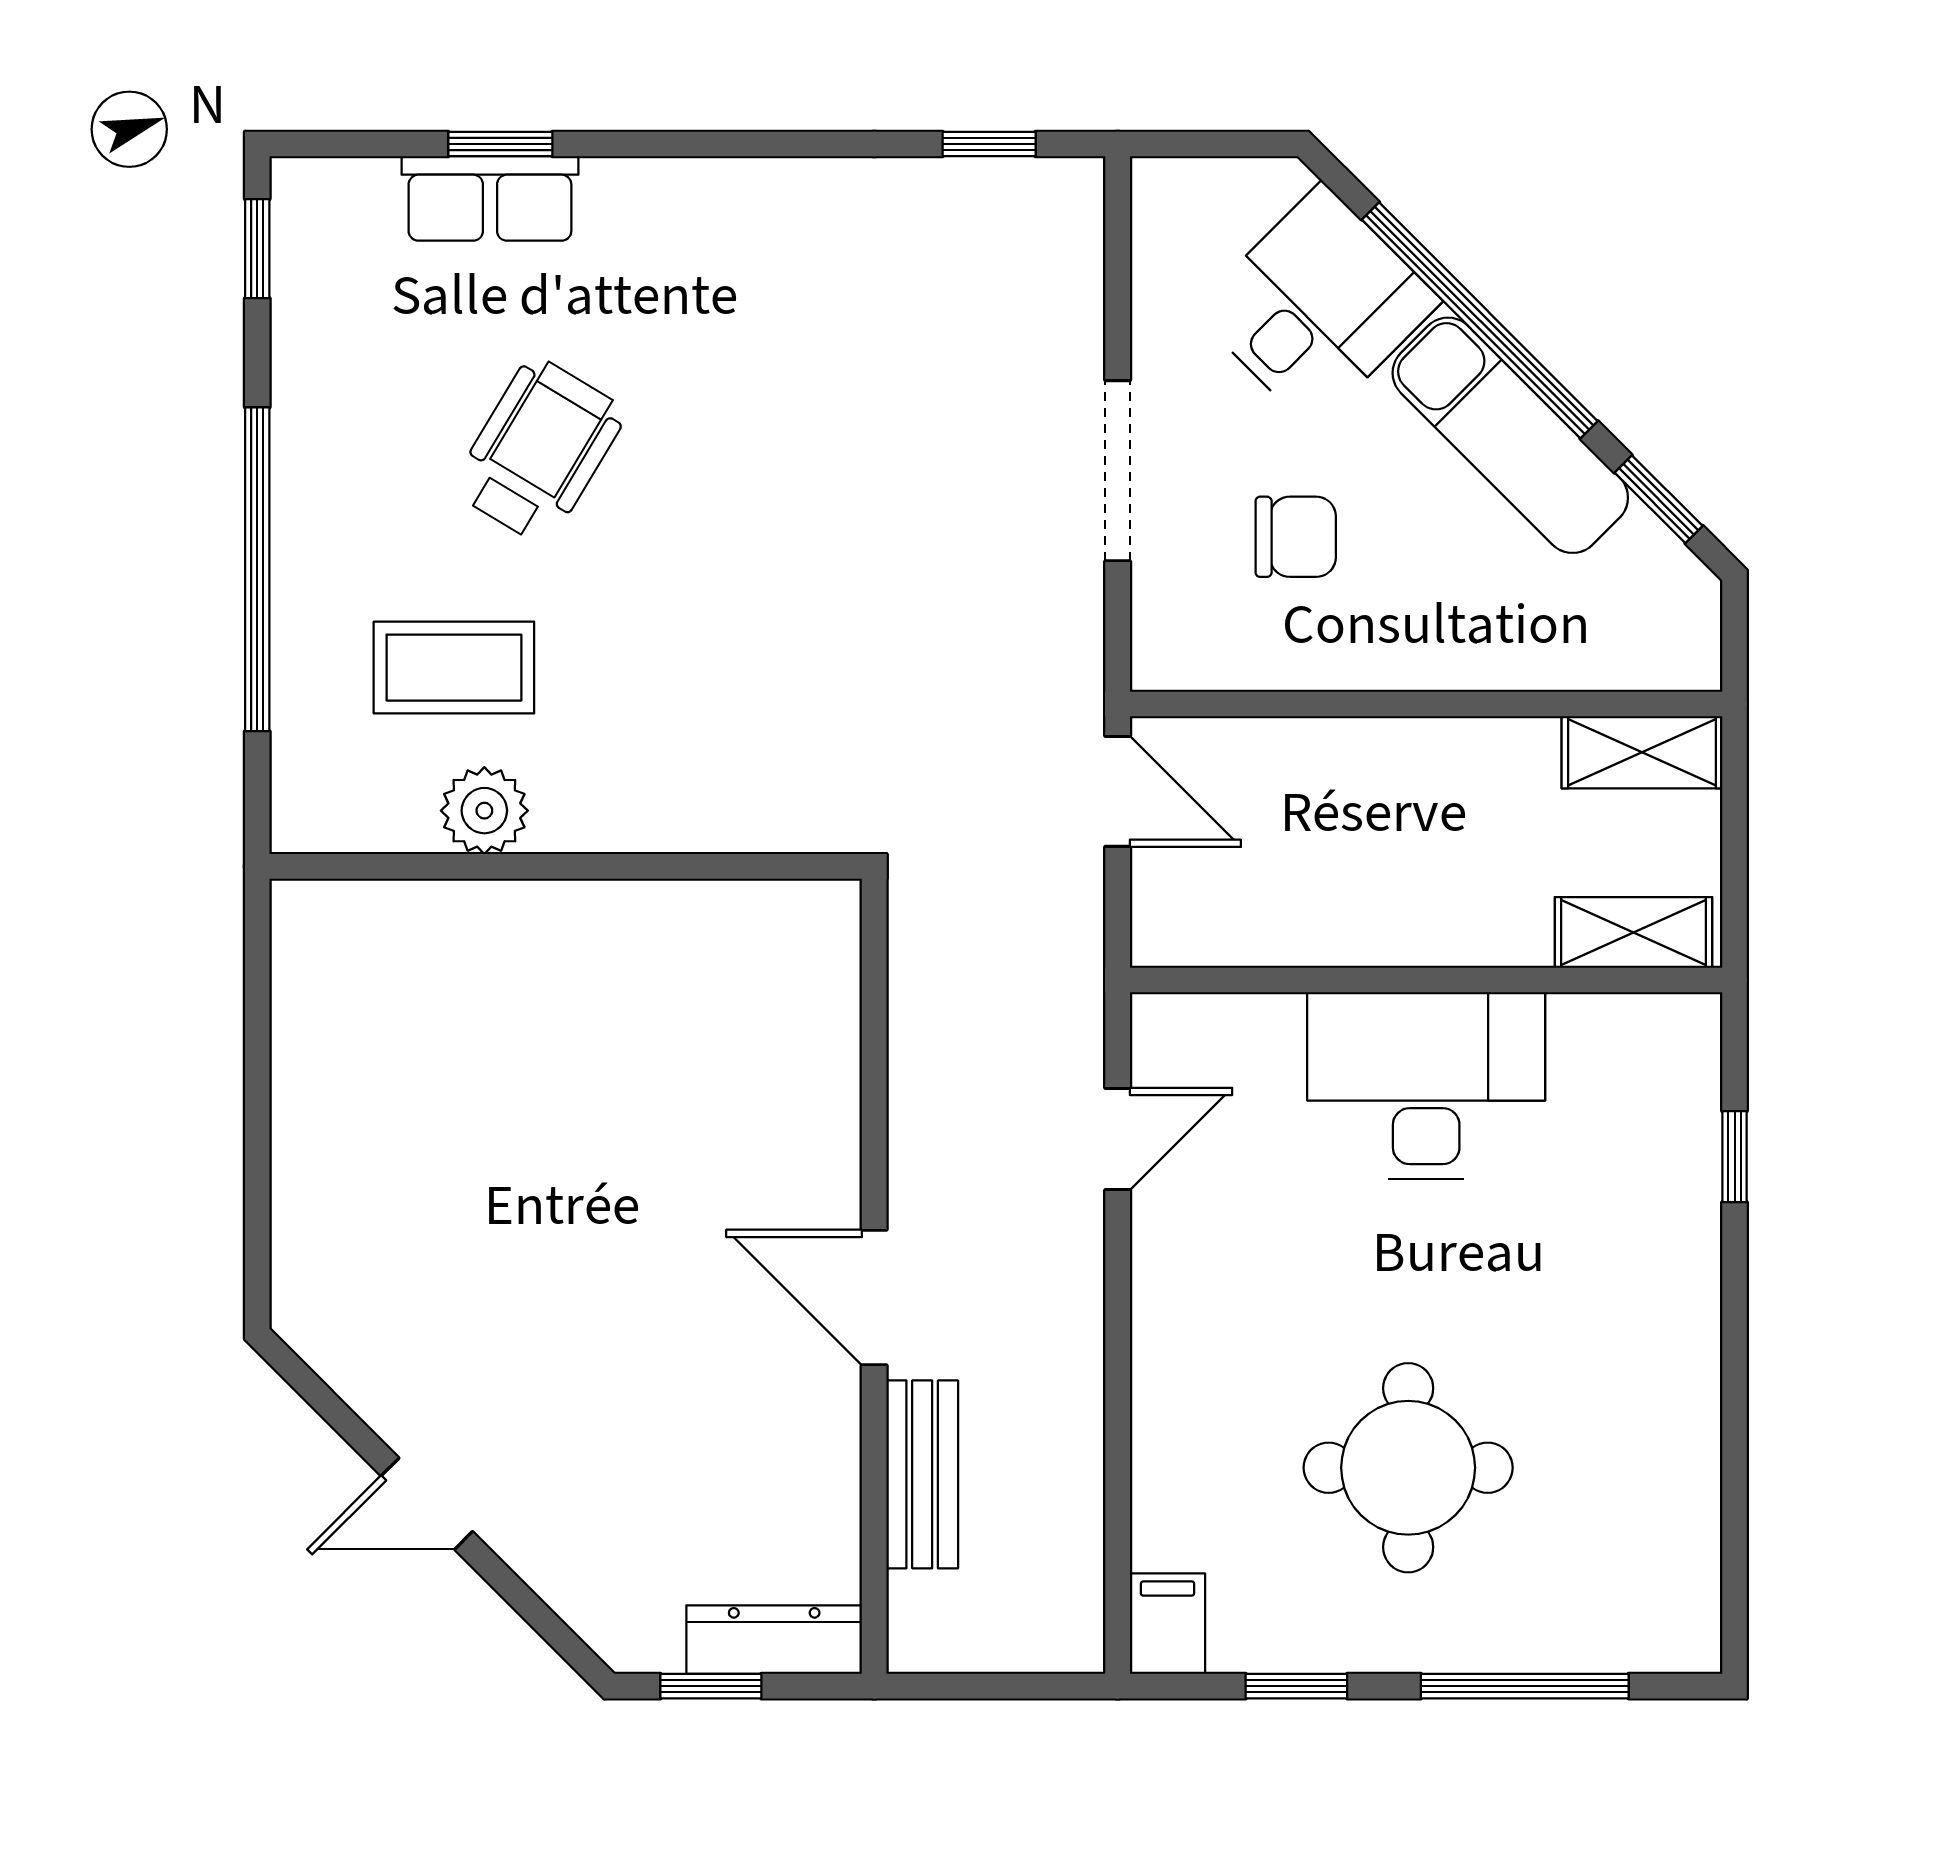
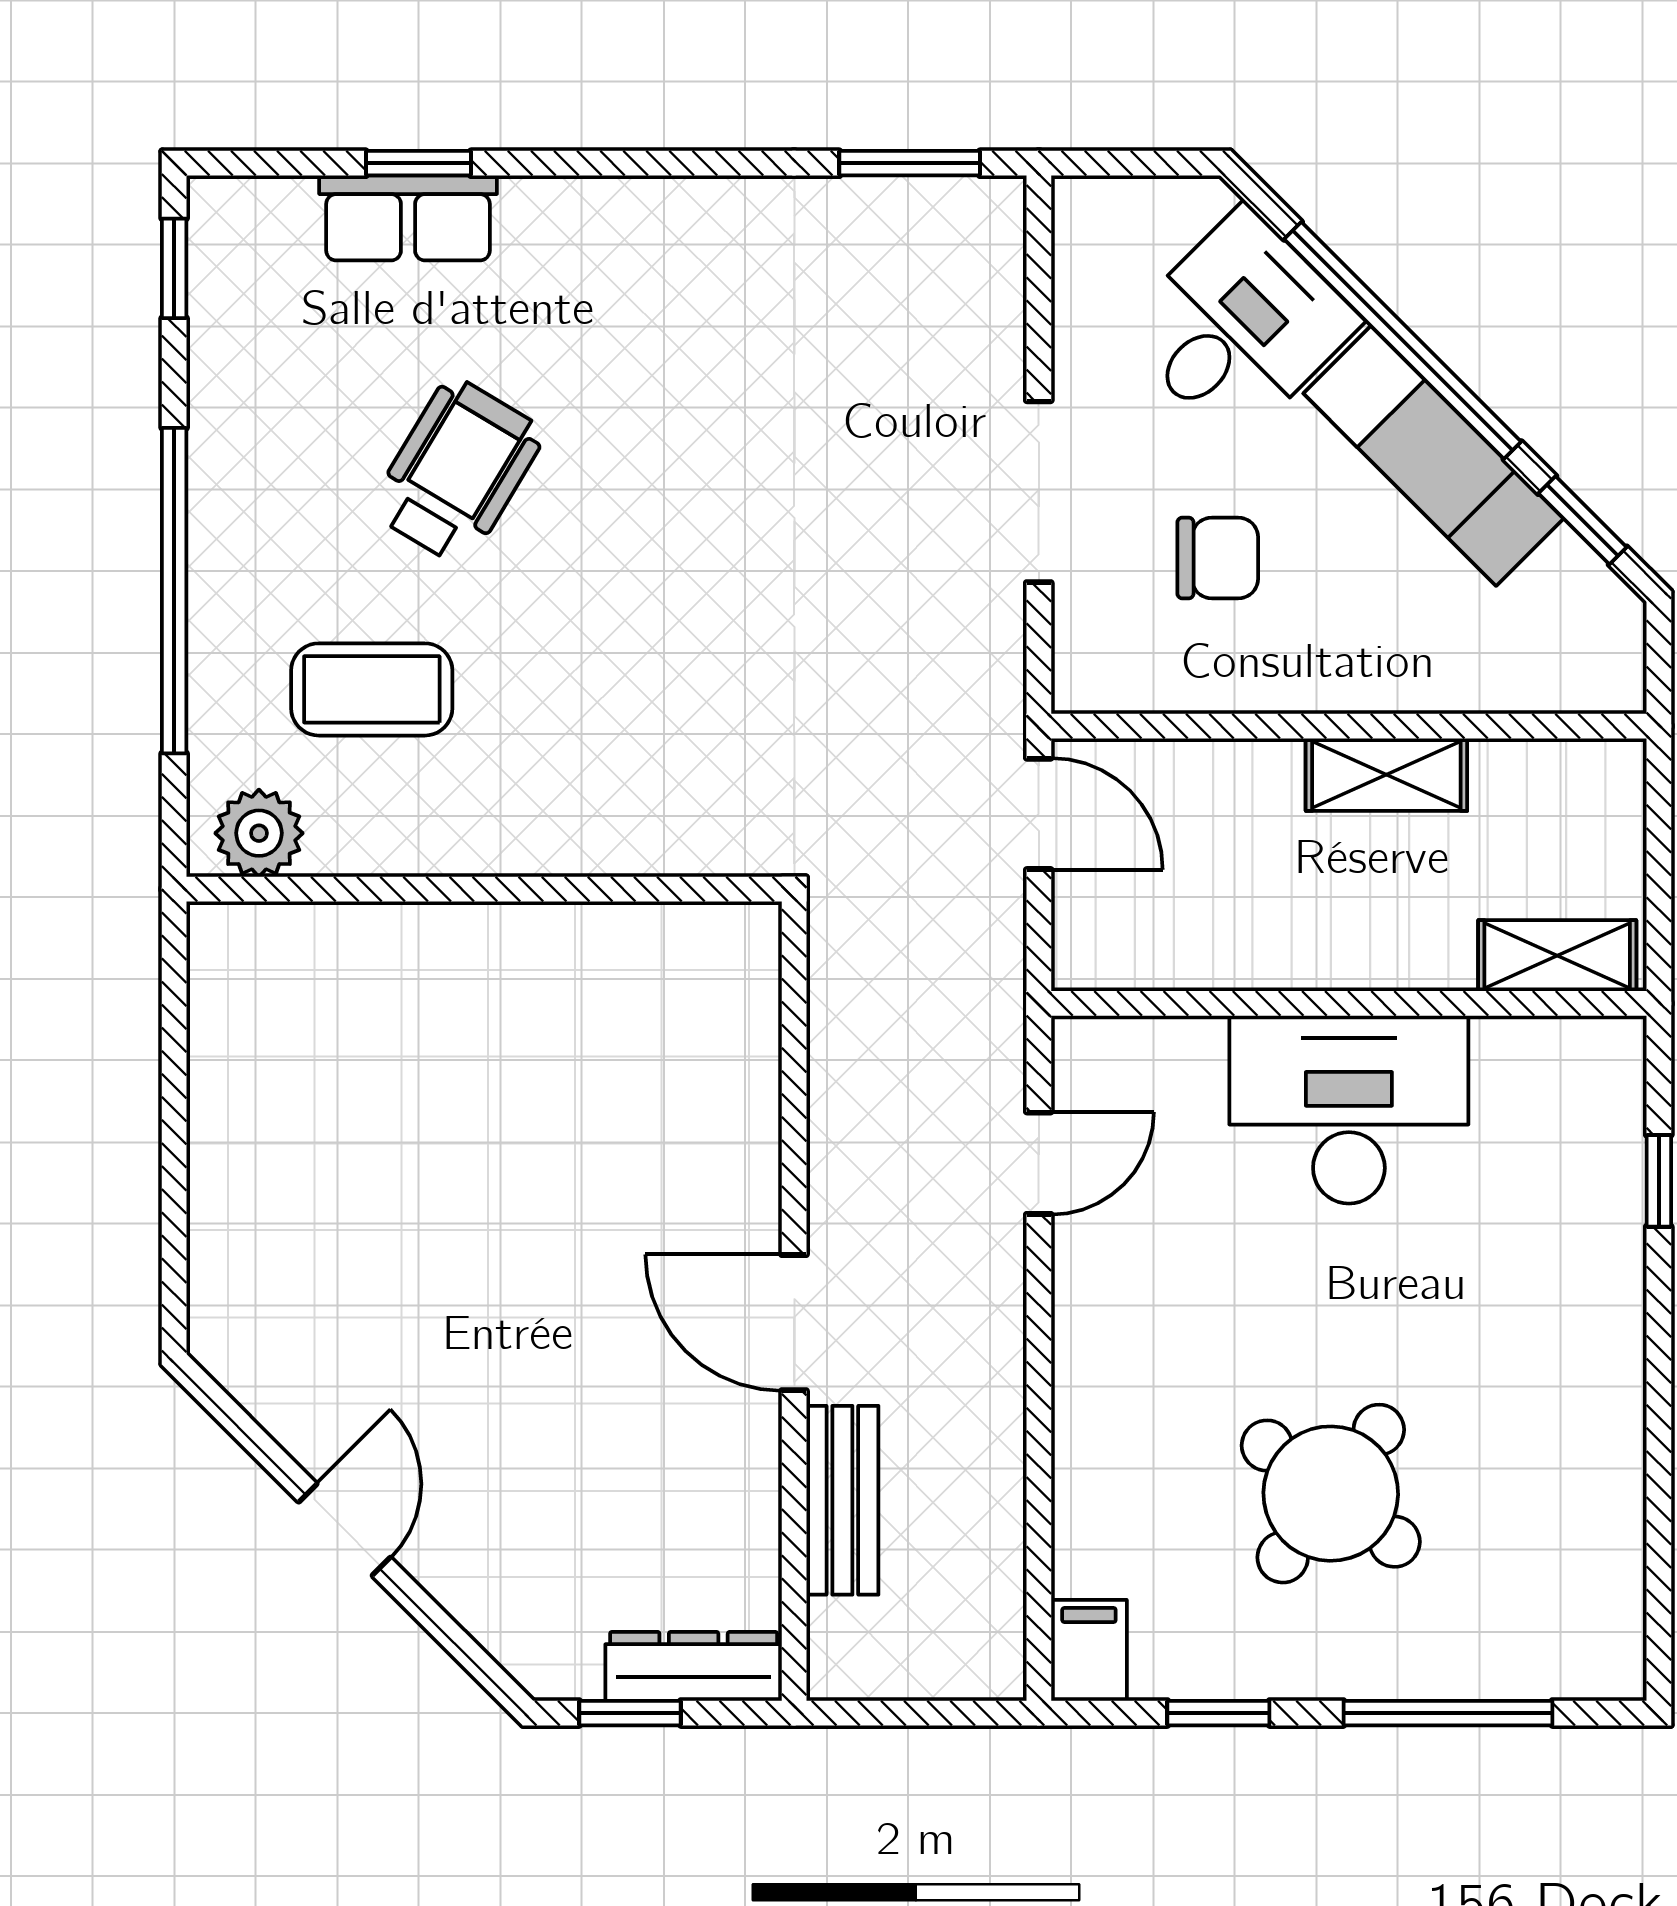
window: (989, 144) -> (910, 163), width x1.50
shelving: (1642, 752) -> (1386, 775), moved
plant: (484, 811) -> (259, 833), moved
round table: (1408, 1468) -> (1331, 1494), turned 37
door: (427, 1504) -> (345, 1530), swing flipped

